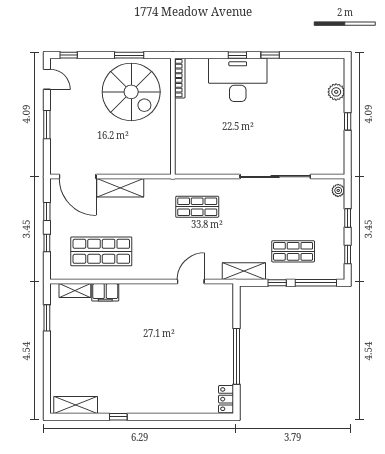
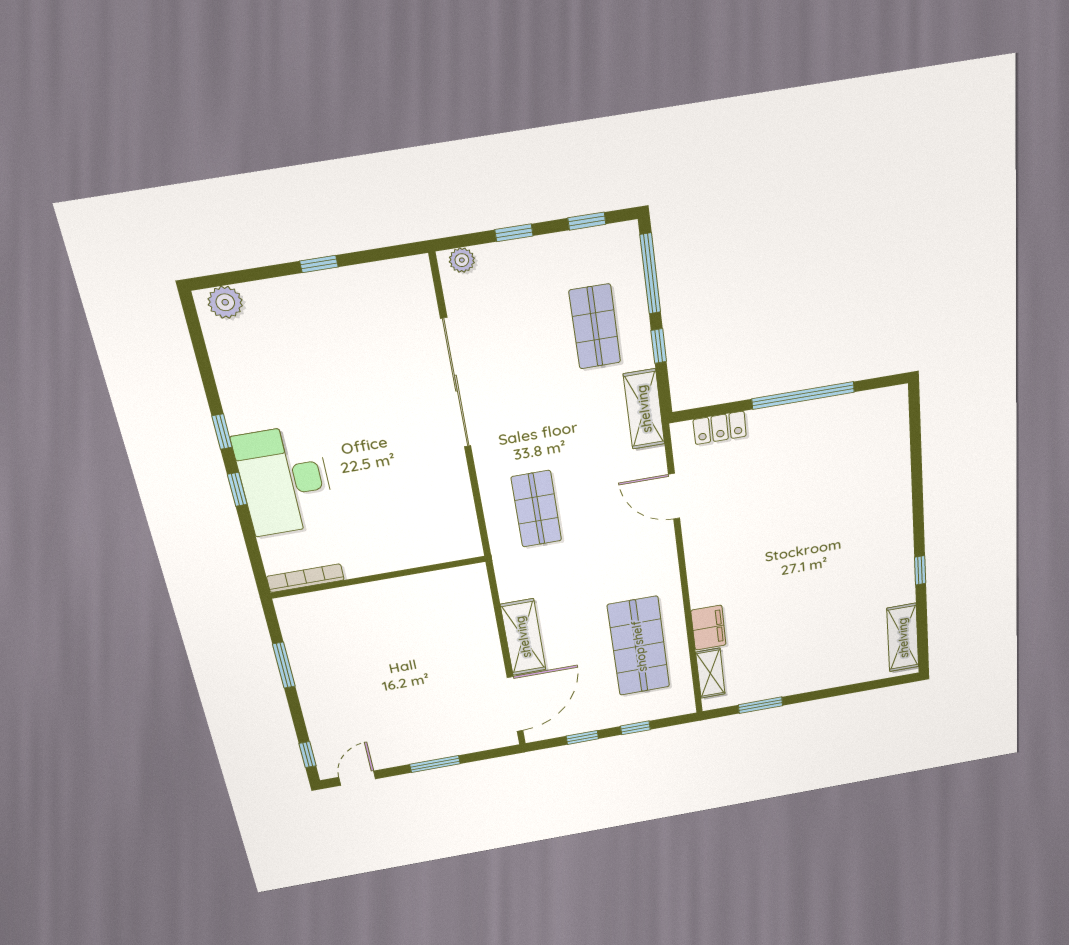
spiral stairs: (131, 92) -> (349, 650), removed
plant: (336, 92) -> (225, 302), moved
locker: (226, 399) -> (720, 428), moved

